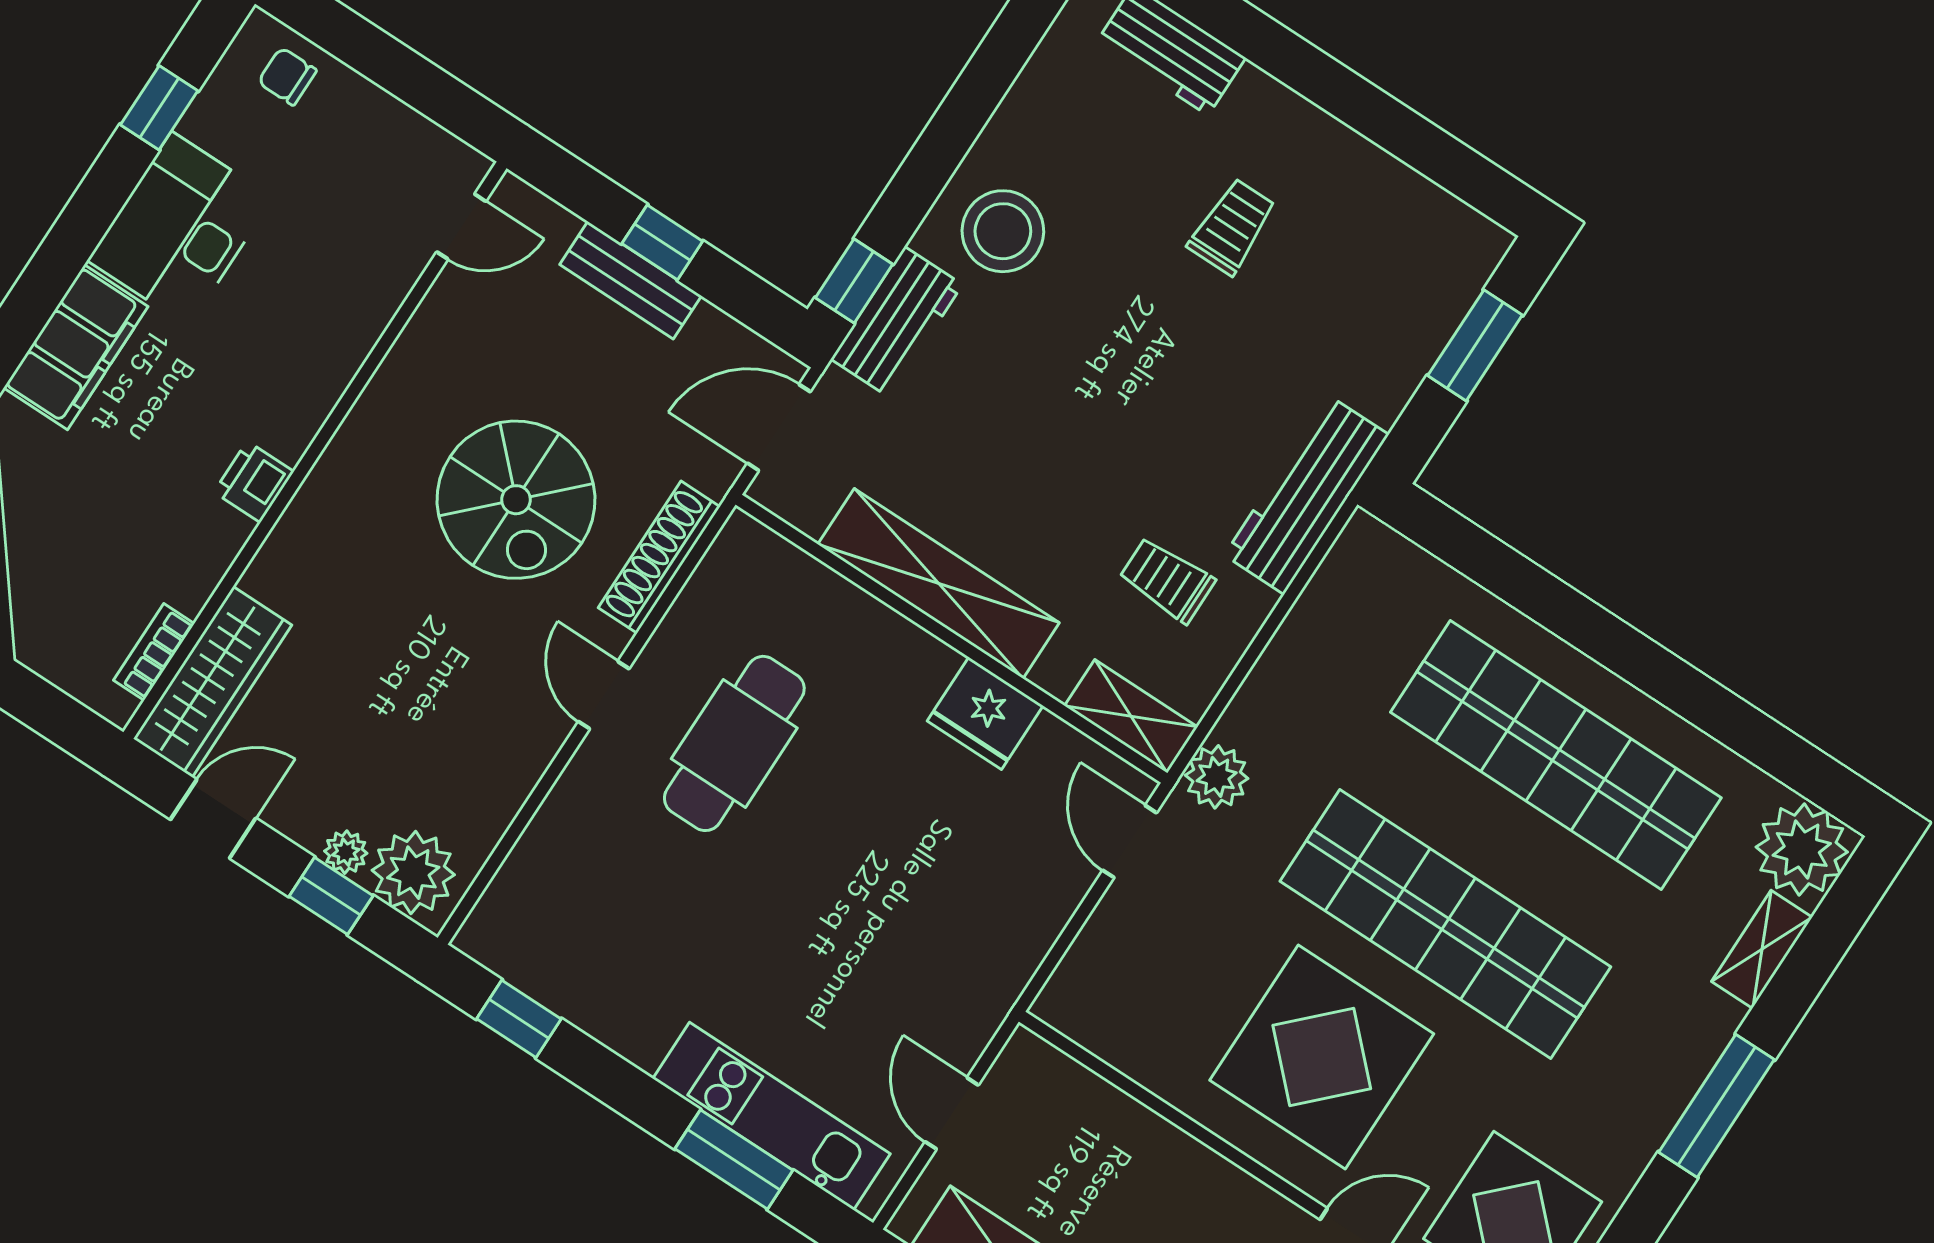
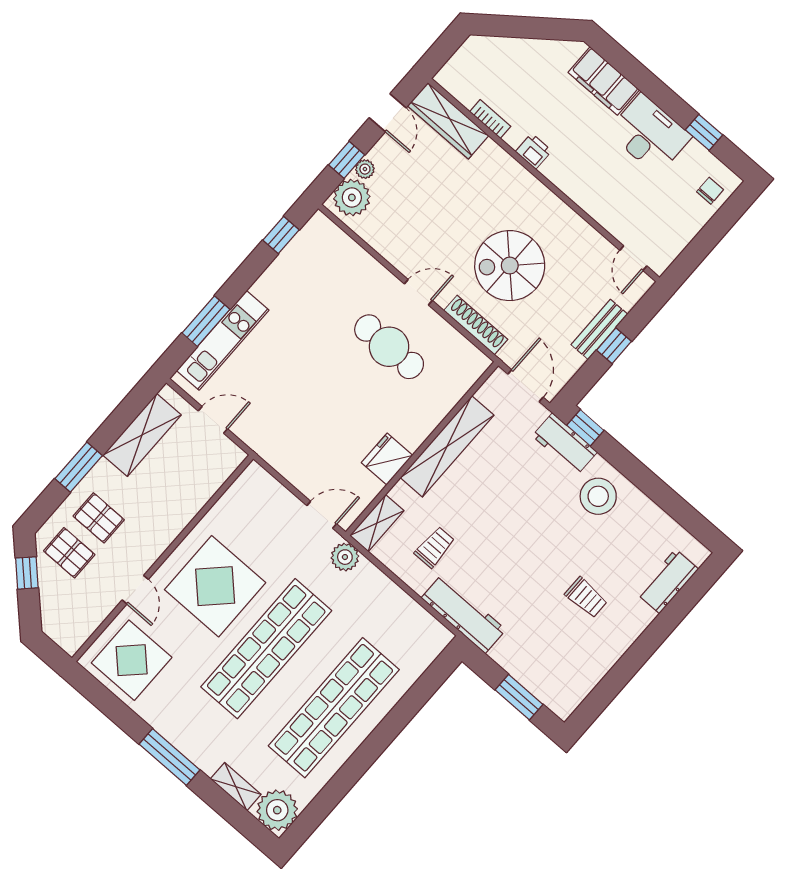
bookcase: (154, 652) -> (490, 119), moved

